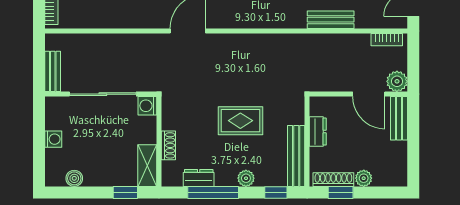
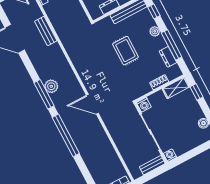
washing machine: (53, 139) -> (170, 155), moved

